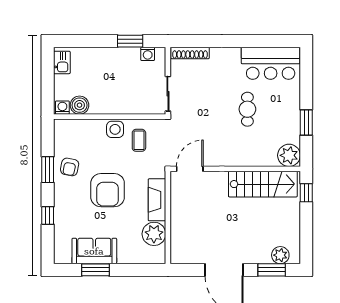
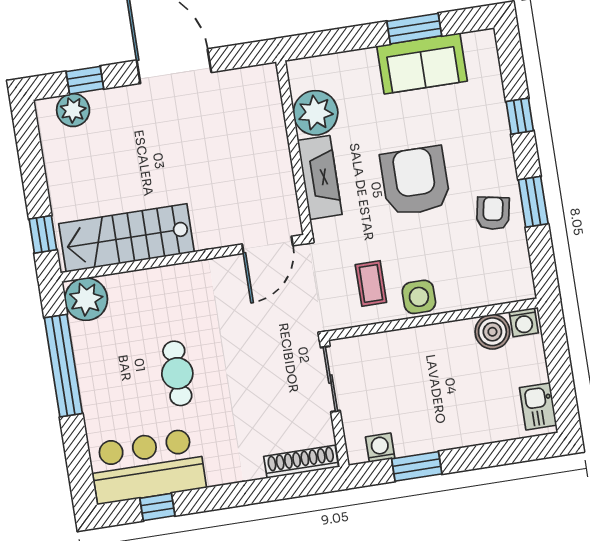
window: (269, 41) -> (157, 507), added
window: (306, 123) -> (63, 366), width x2.11
window: (272, 270) -> (85, 80), width x0.67

